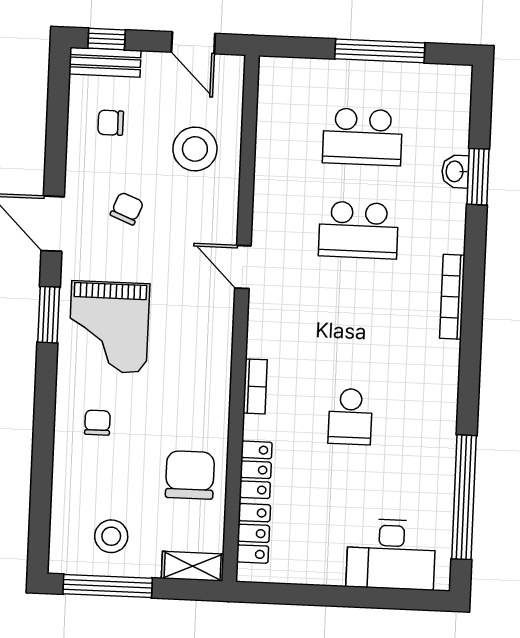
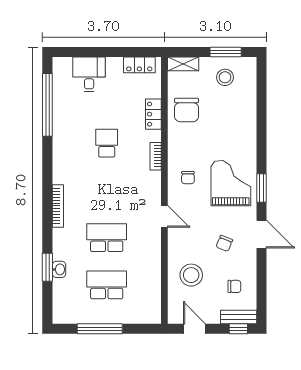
chair: (97, 423) -> (188, 178), moved
locker: (253, 533) -> (139, 65), moved, turned -90
desk: (391, 554) -> (89, 74), width x0.73
window: (108, 586) -> (226, 52), width x0.69

